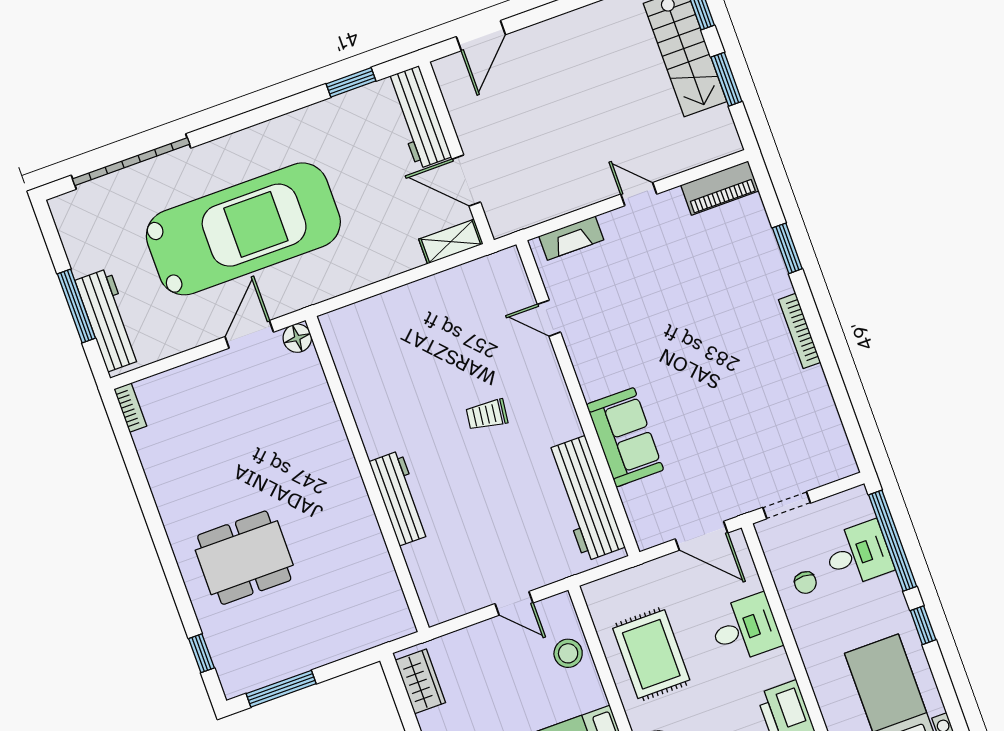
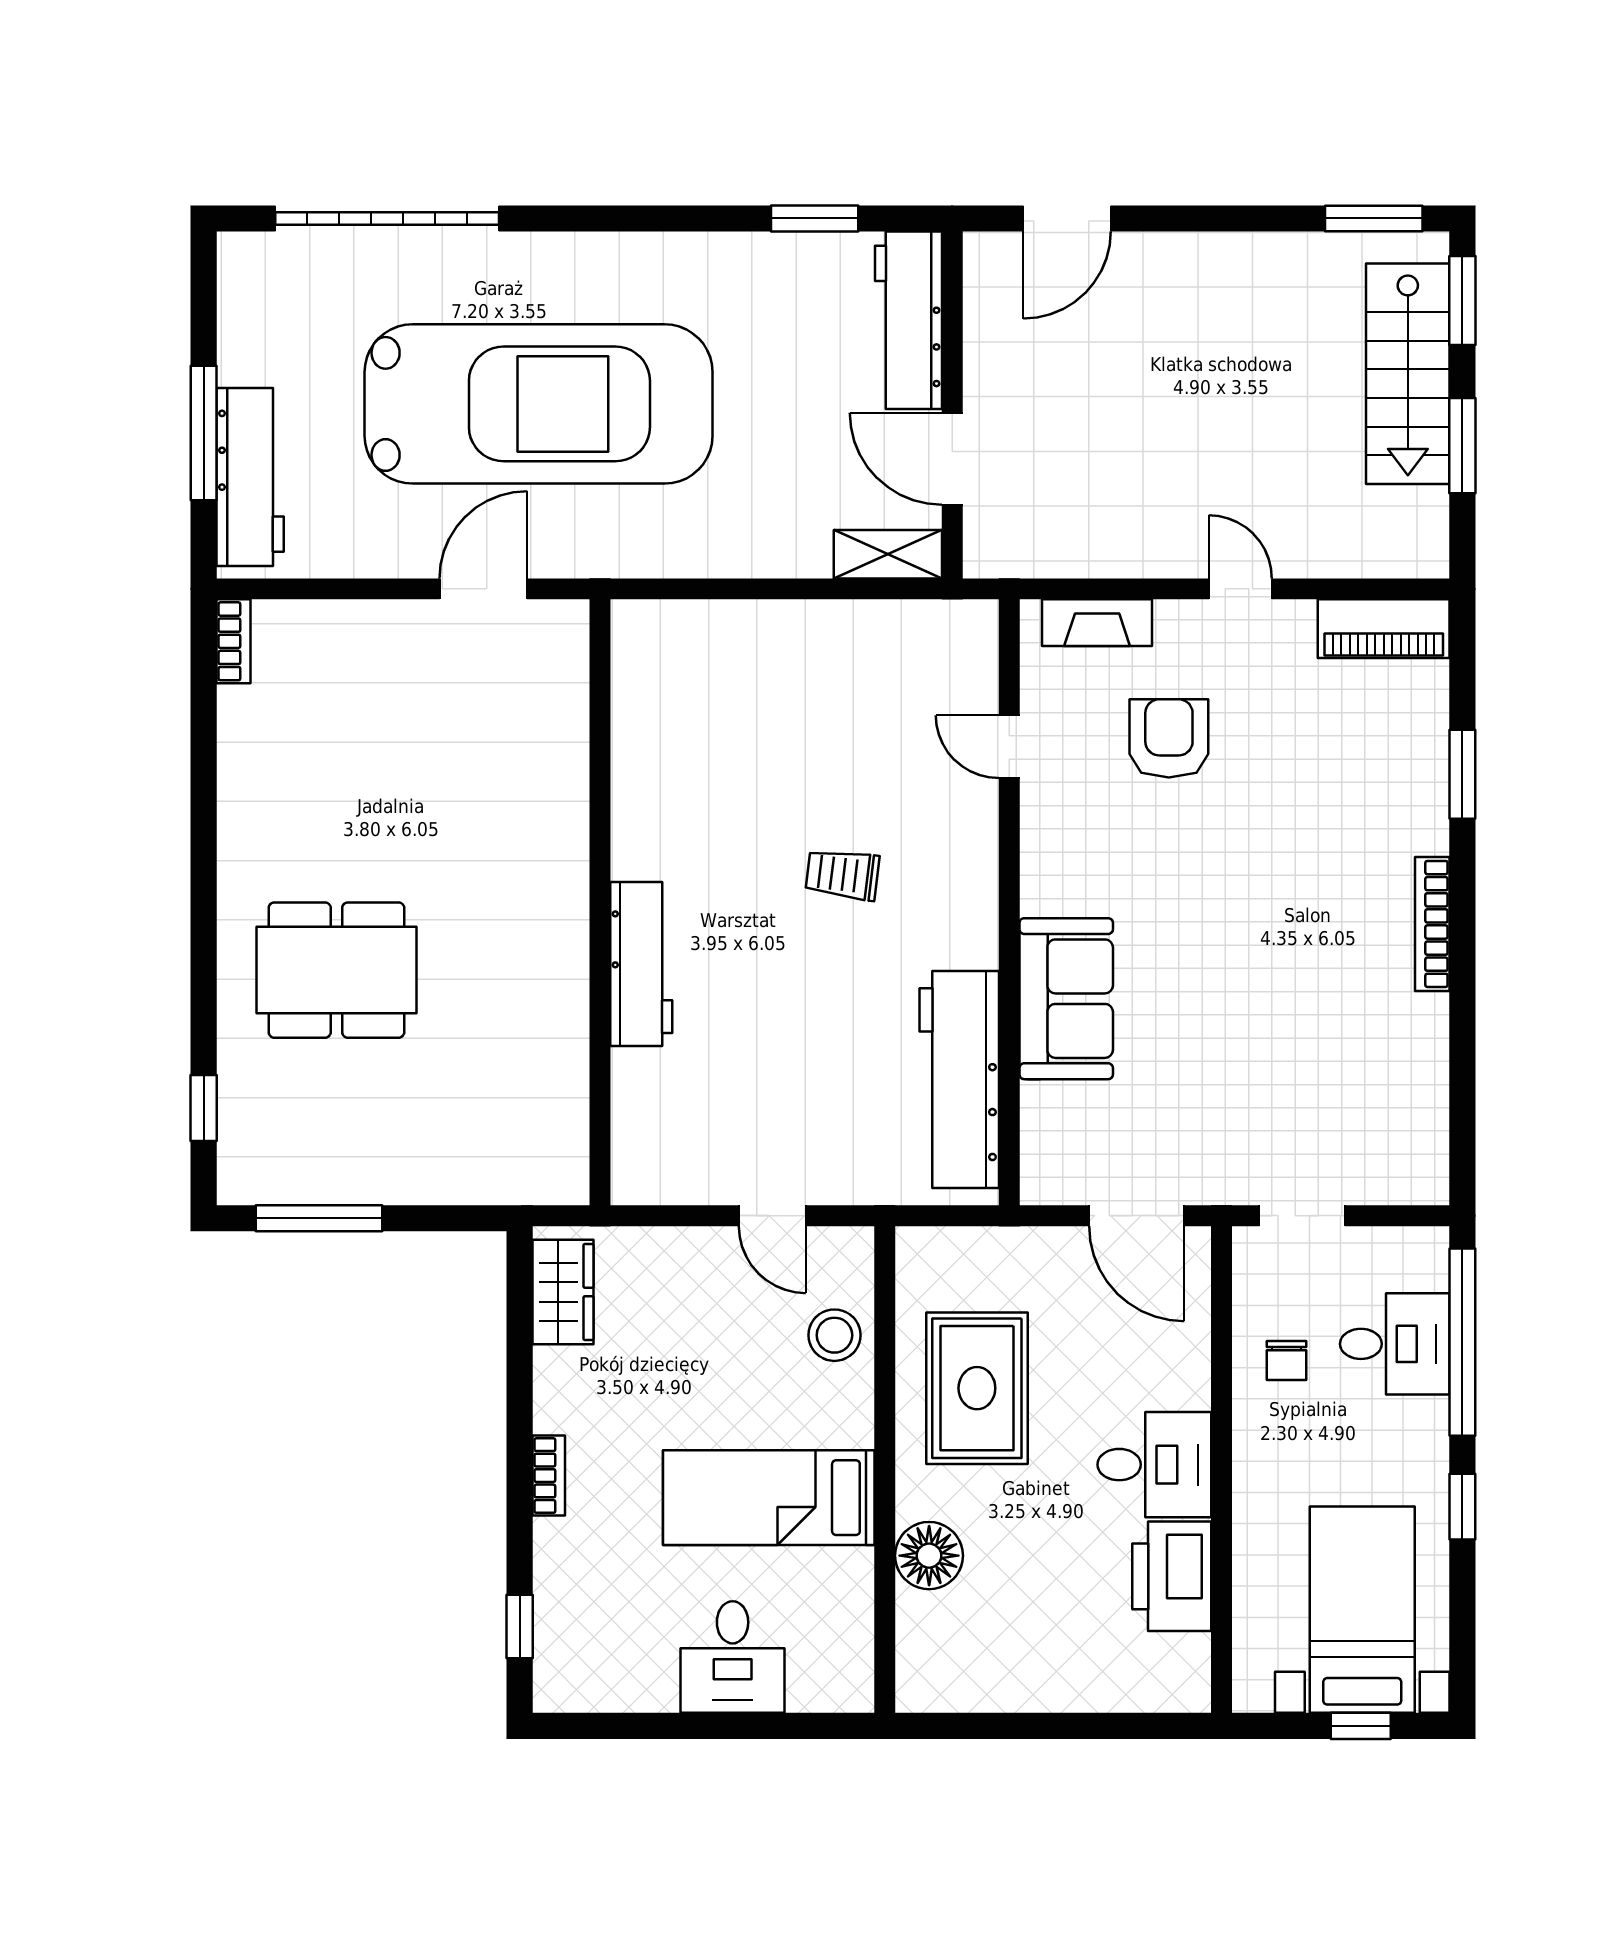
armchair: (630, 284) -> (1169, 738), added
floor lamp: (297, 338) -> (564, 625), removed
desk: (745, 628) -> (1154, 1465), moved

